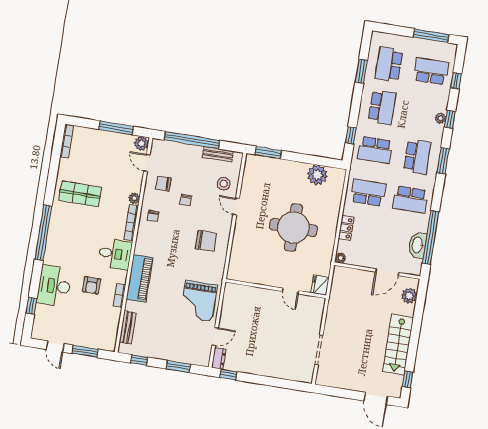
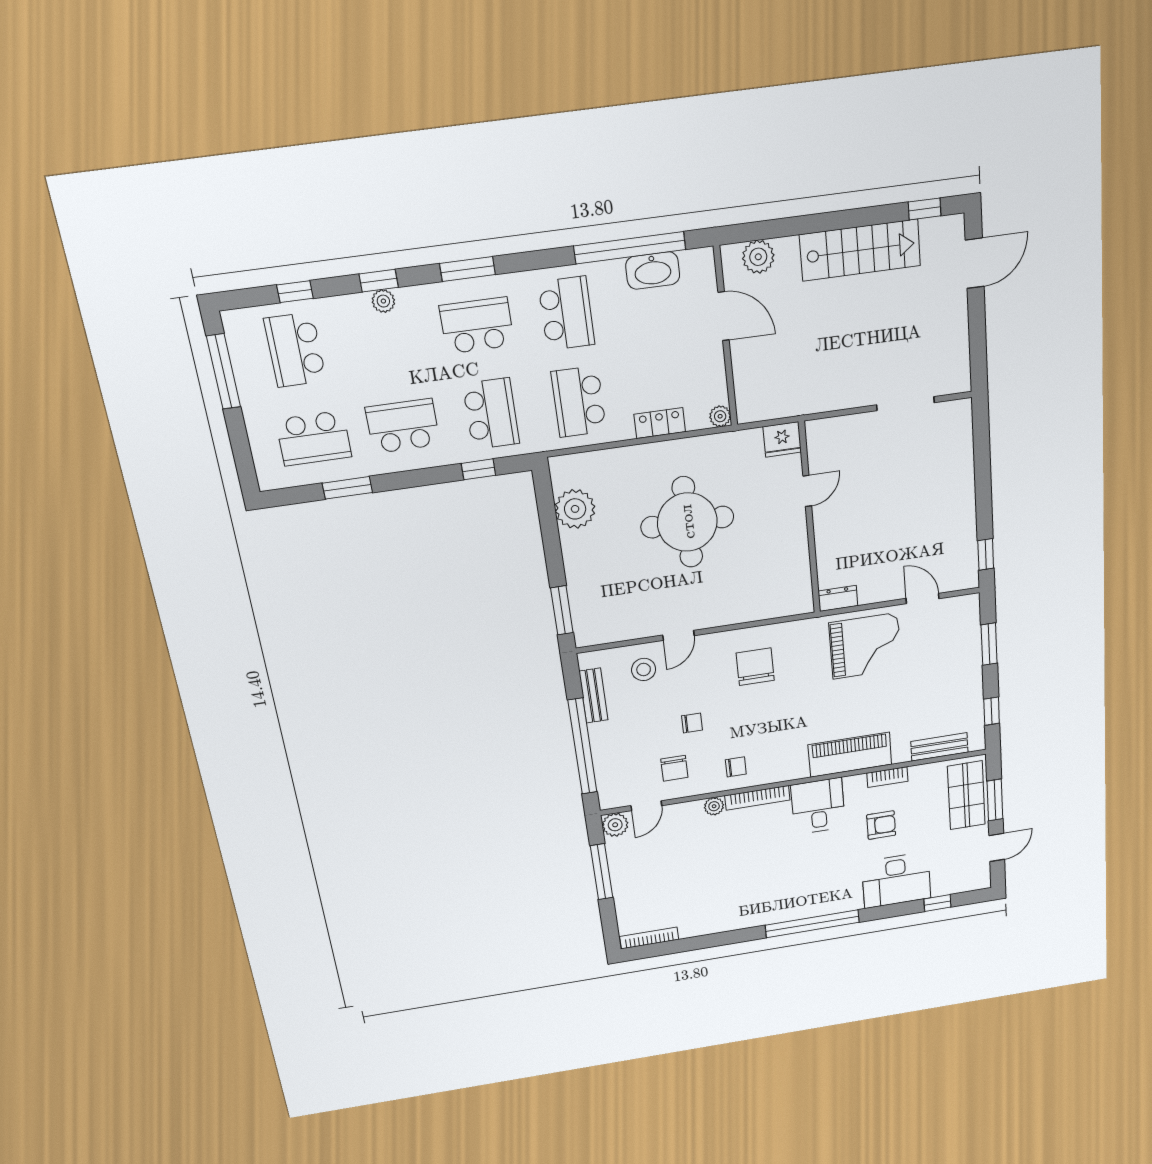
shop shelf: (80, 194) -> (966, 795), moved
dresser: (219, 358) -> (838, 598), moved

